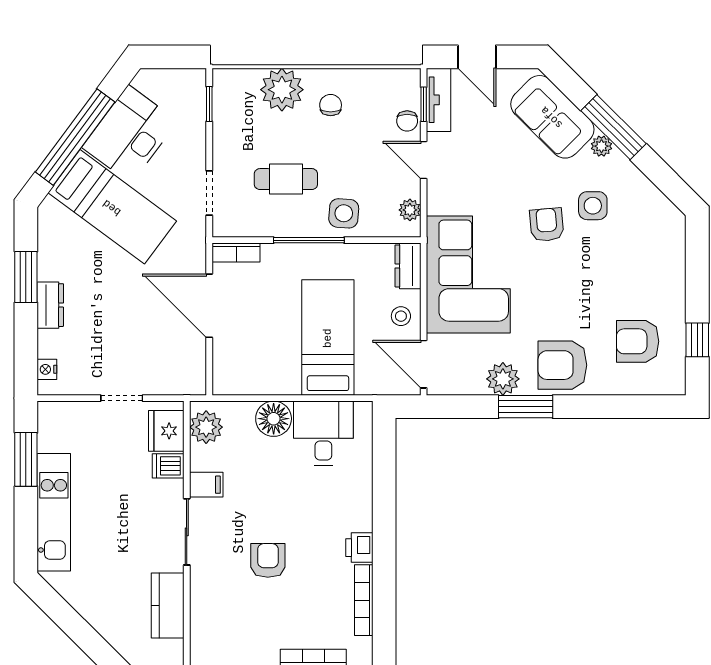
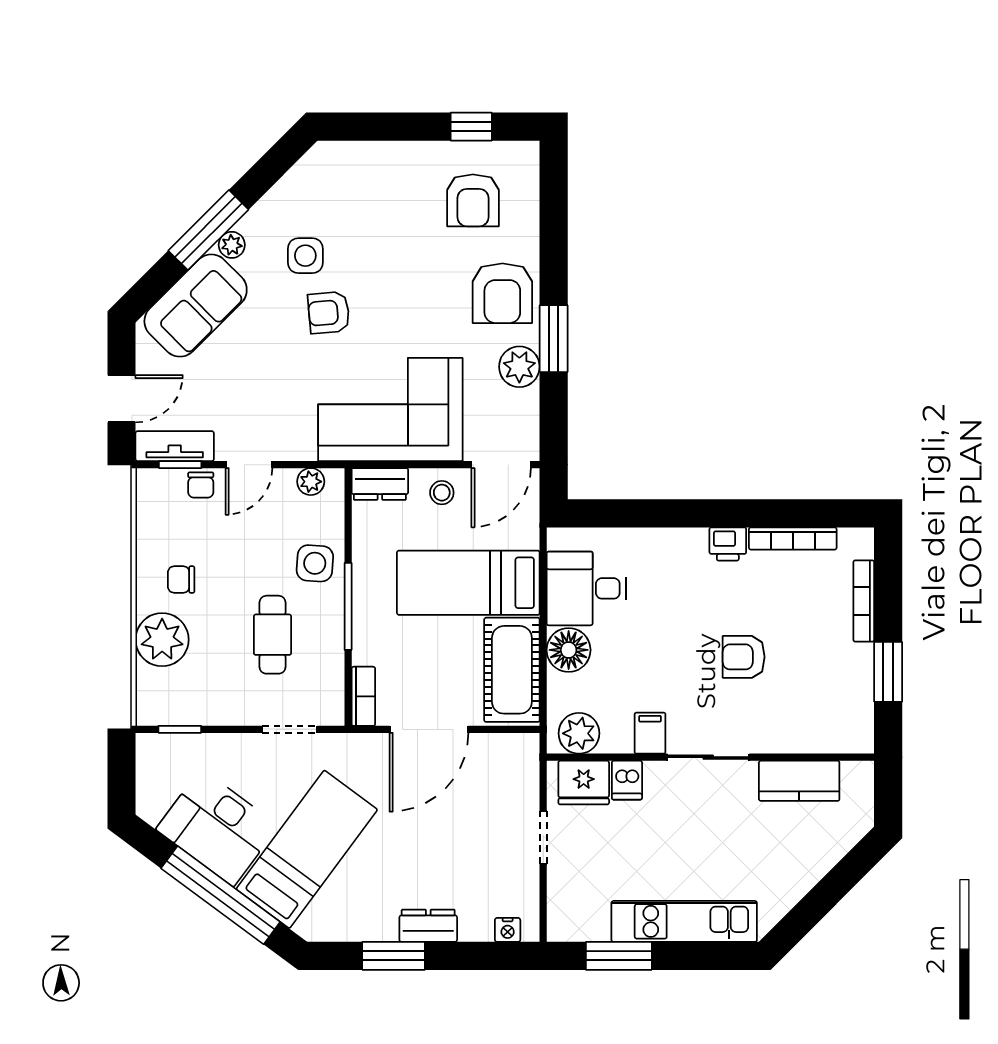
chair: (407, 121) -> (201, 485), turned 90
cot: (257, 373) -> (512, 670), added

